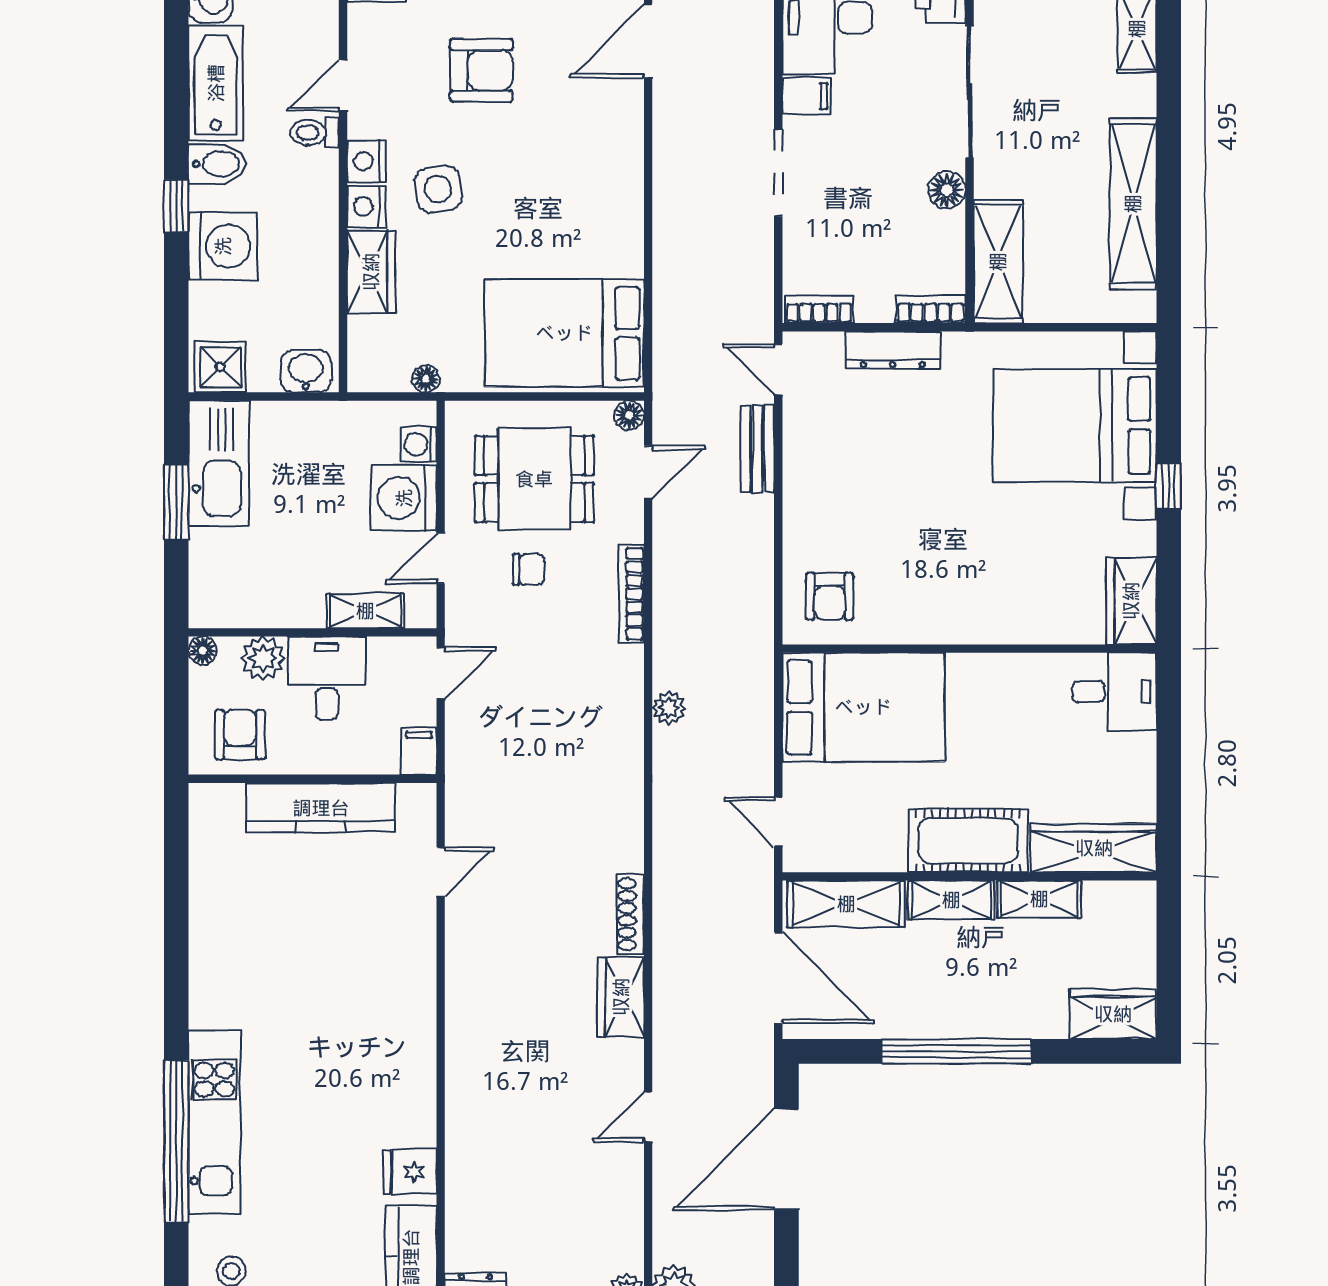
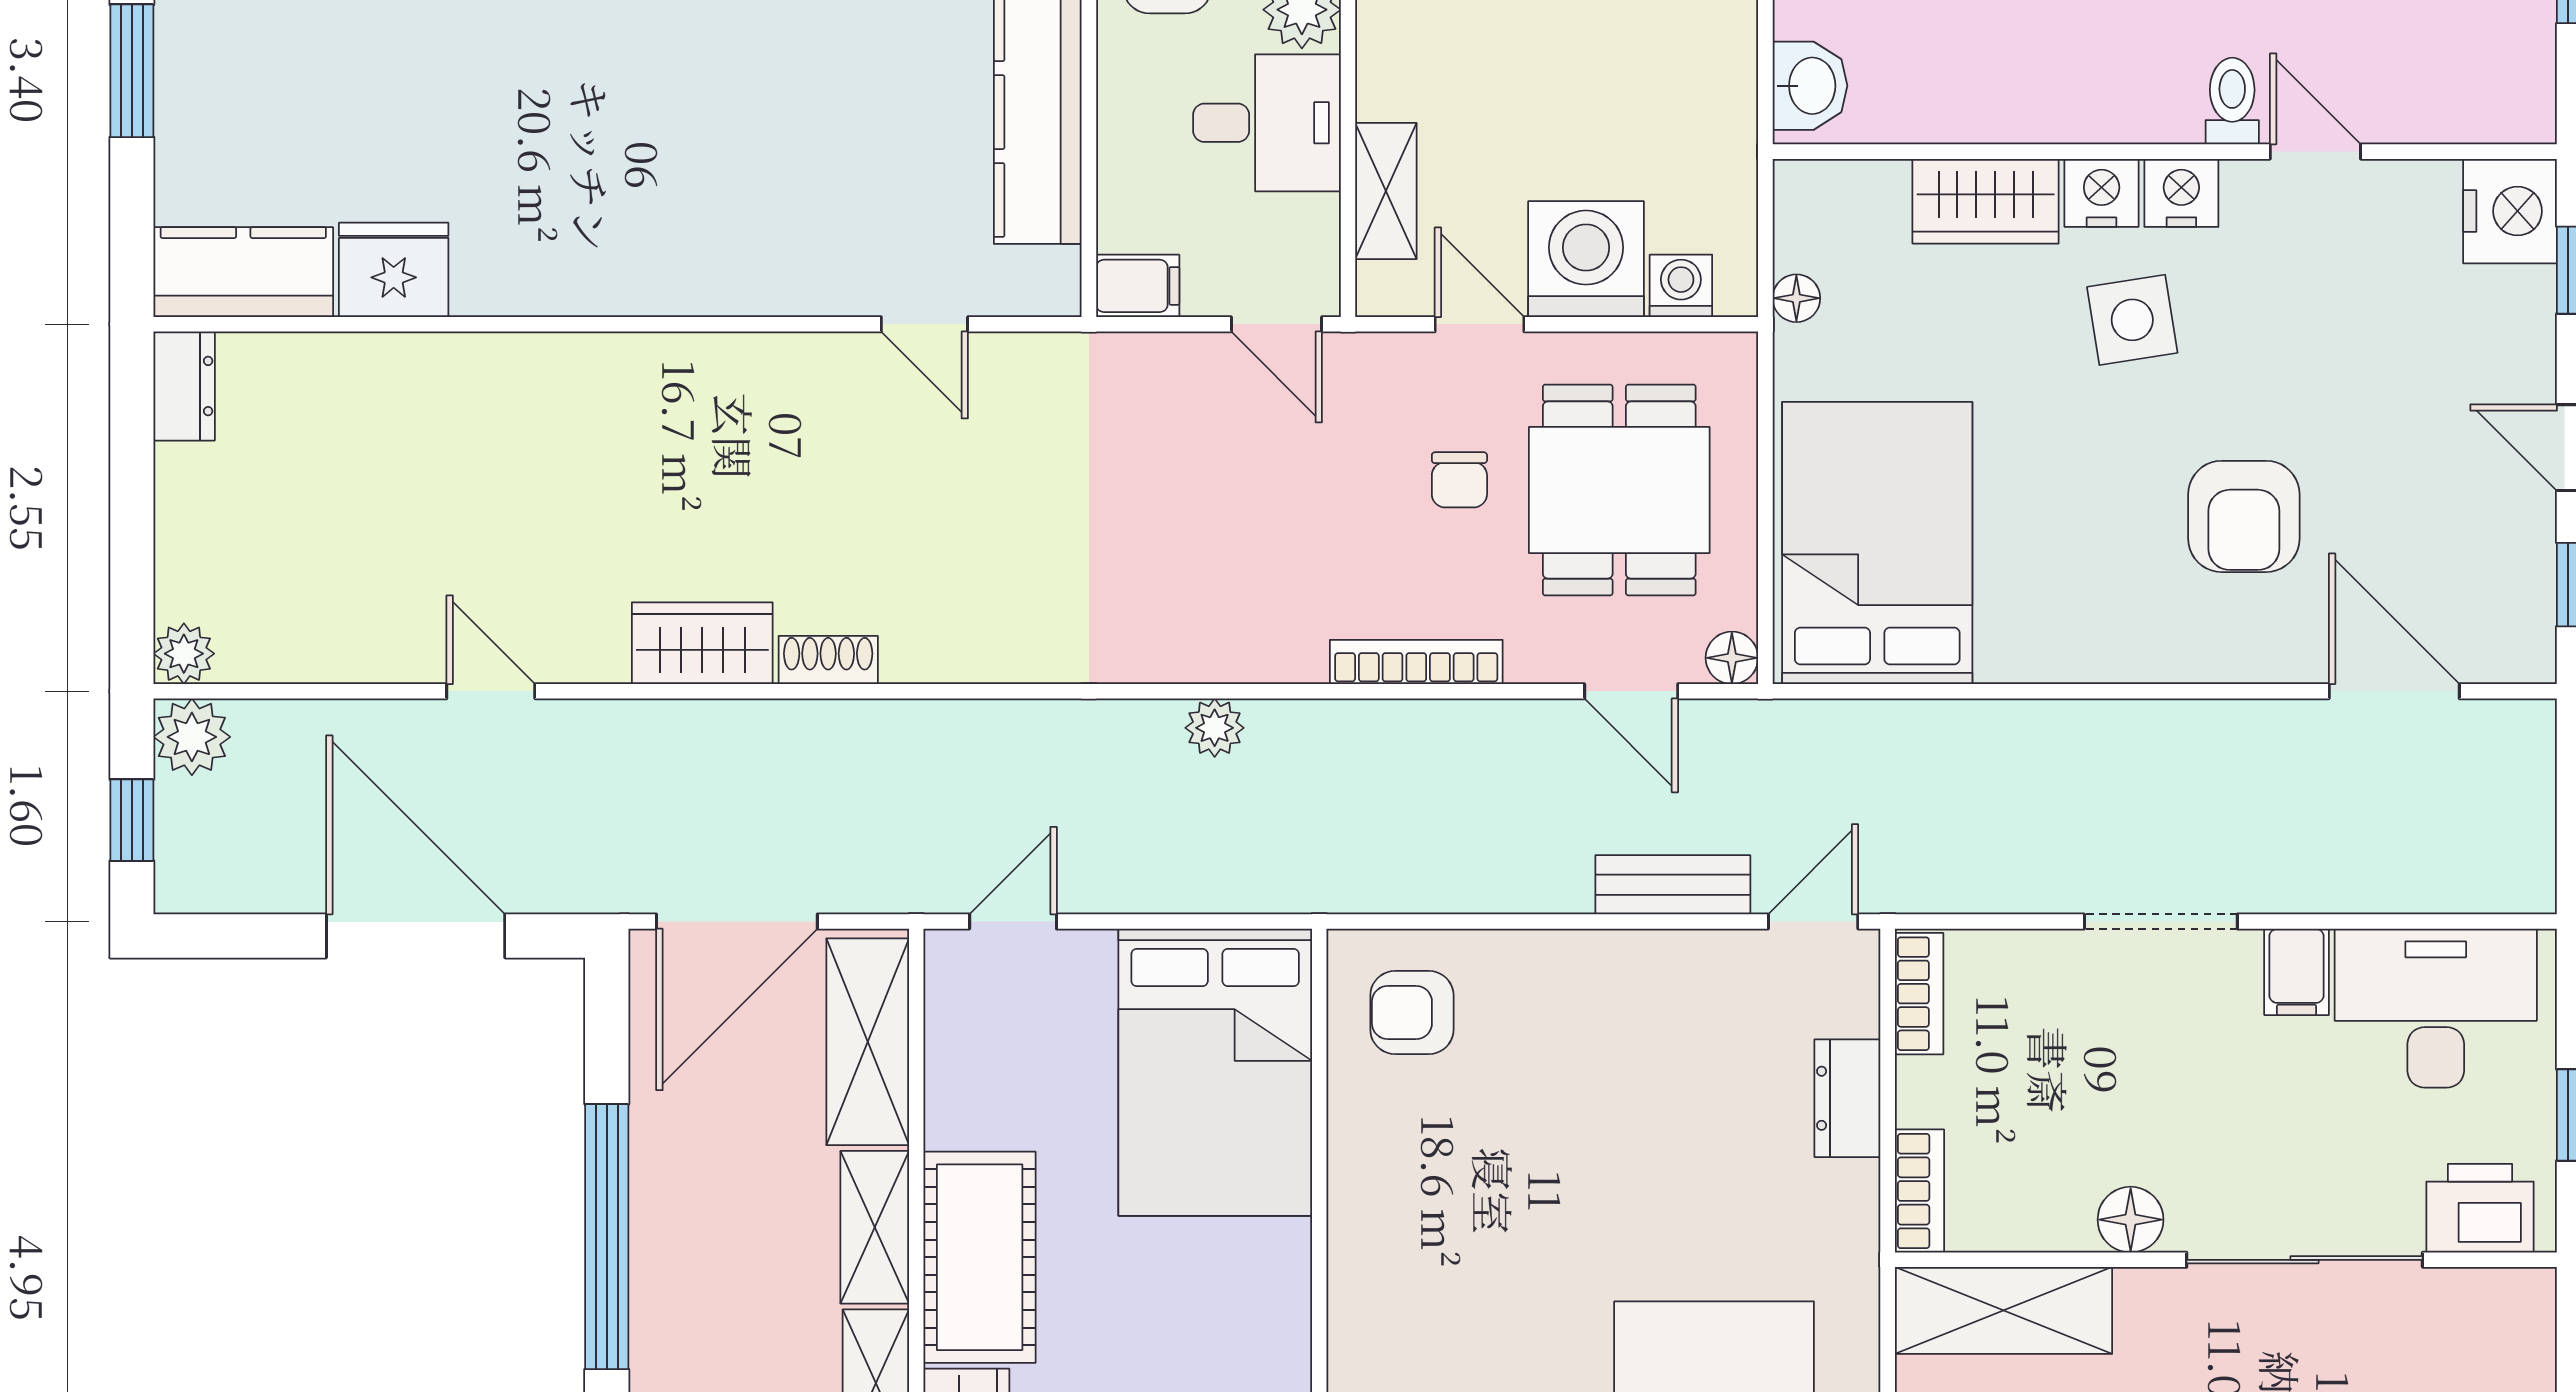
armchair: (481, 70) -> (2244, 516), moved
dresser: (893, 350) -> (1847, 1098), width x0.70
shoe rack: (630, 914) -> (828, 660), width x0.70
fridge: (410, 1172) -> (394, 270), width x1.38

